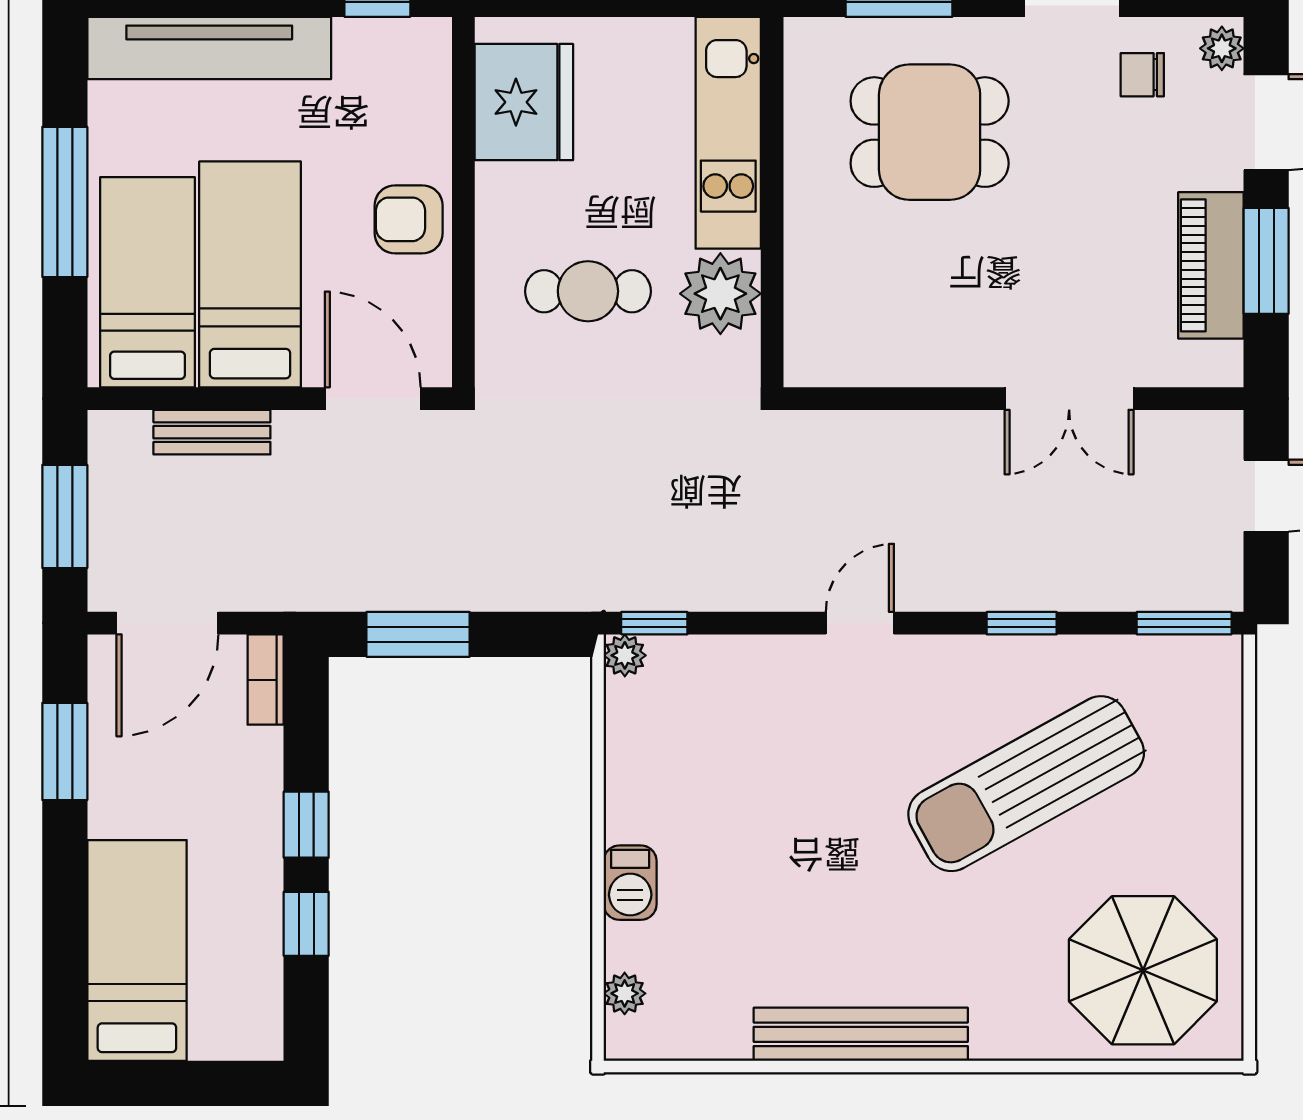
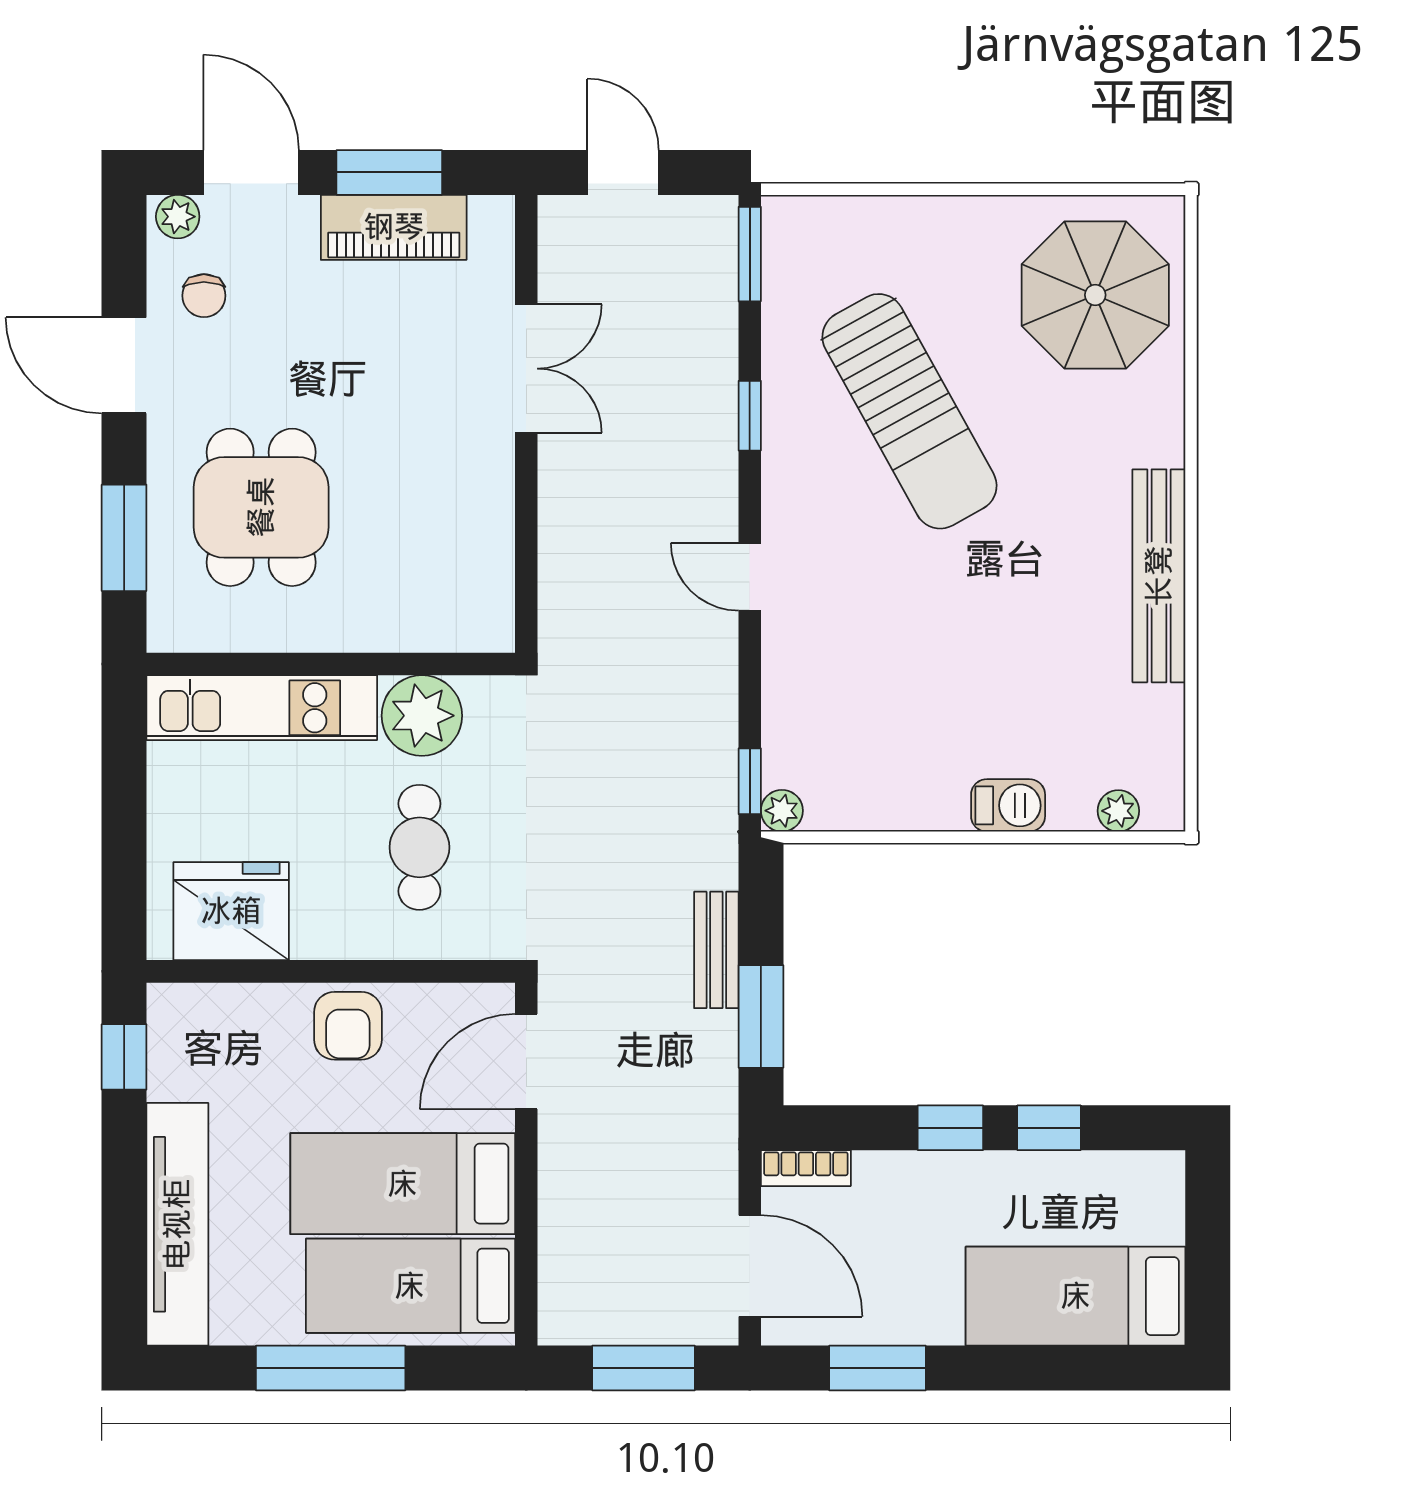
bench: (212, 432) -> (716, 950), moved

